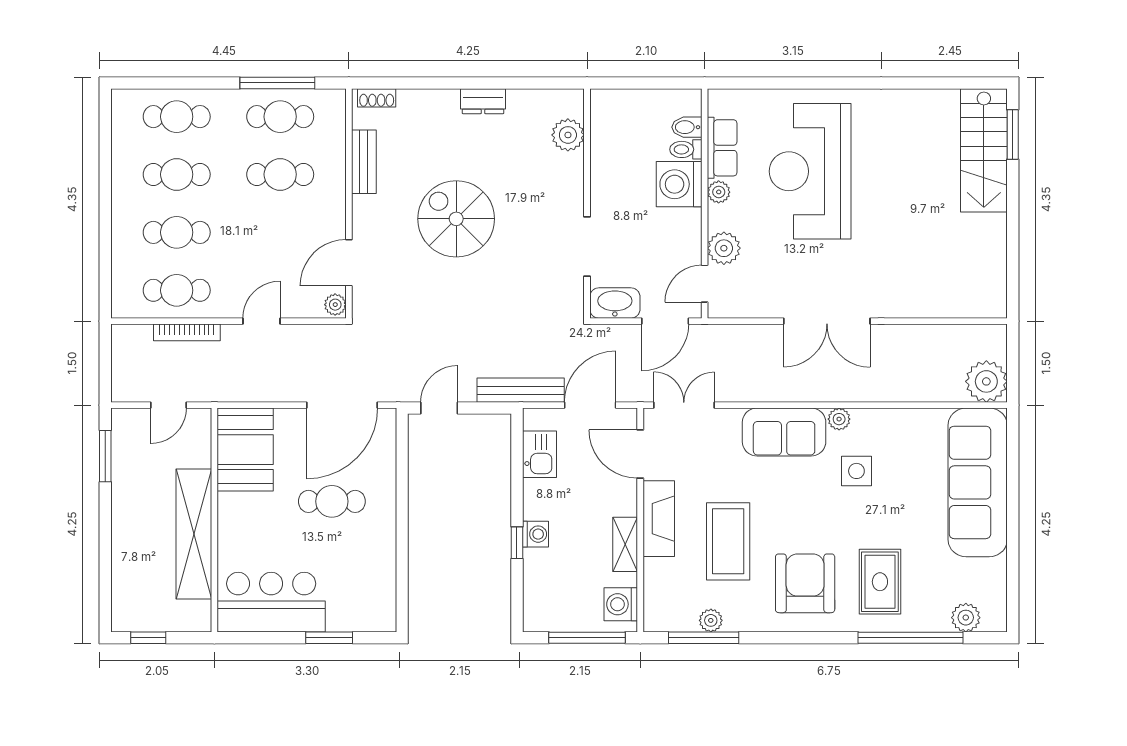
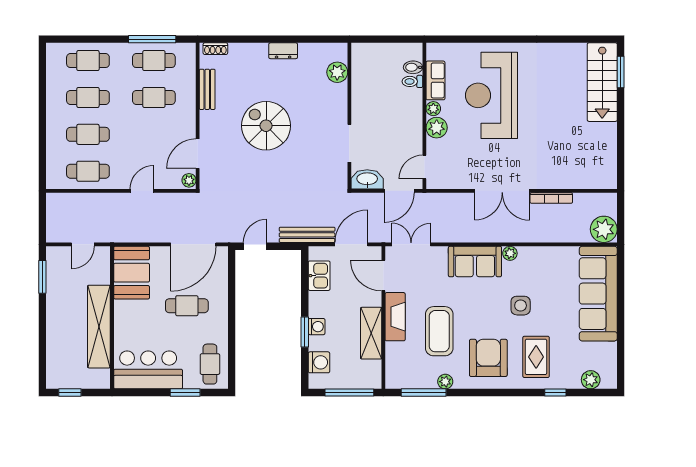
washing machine: (679, 184) -> (408, 104), removed
plant: (724, 248) -> (437, 128), moved
bookcase: (187, 332) -> (551, 198), moved
side table: (856, 471) -> (521, 306), moved
window: (517, 543) -> (305, 332), width x1.50
shelving: (625, 544) -> (371, 333), width x1.50, depth x1.33
cafe table: (368, 593) -> (210, 364), added
washing machine: (621, 604) -> (319, 362), moved, turned 180
plant: (711, 620) -> (445, 382), moved
window: (910, 638) -> (555, 393), width x0.32

